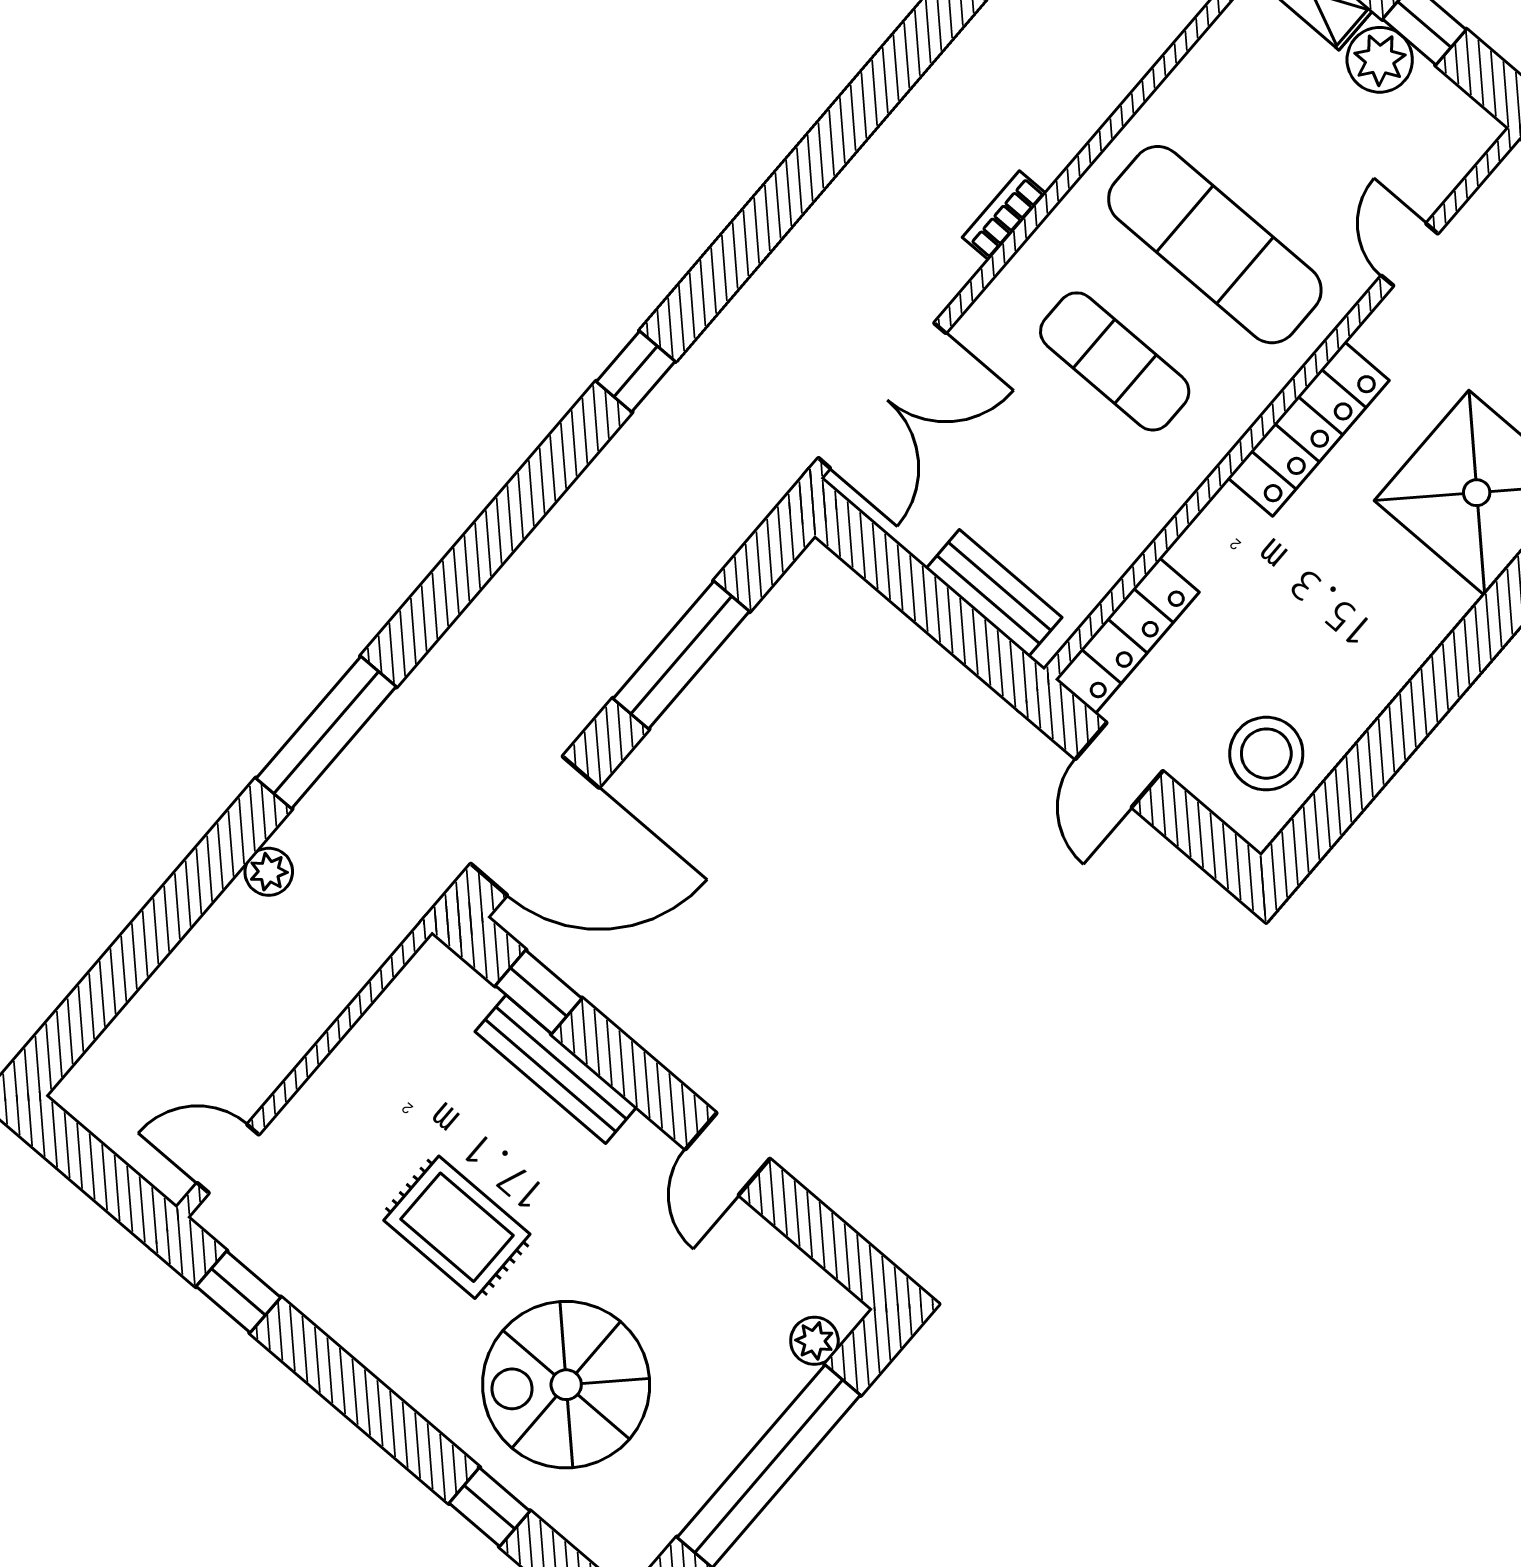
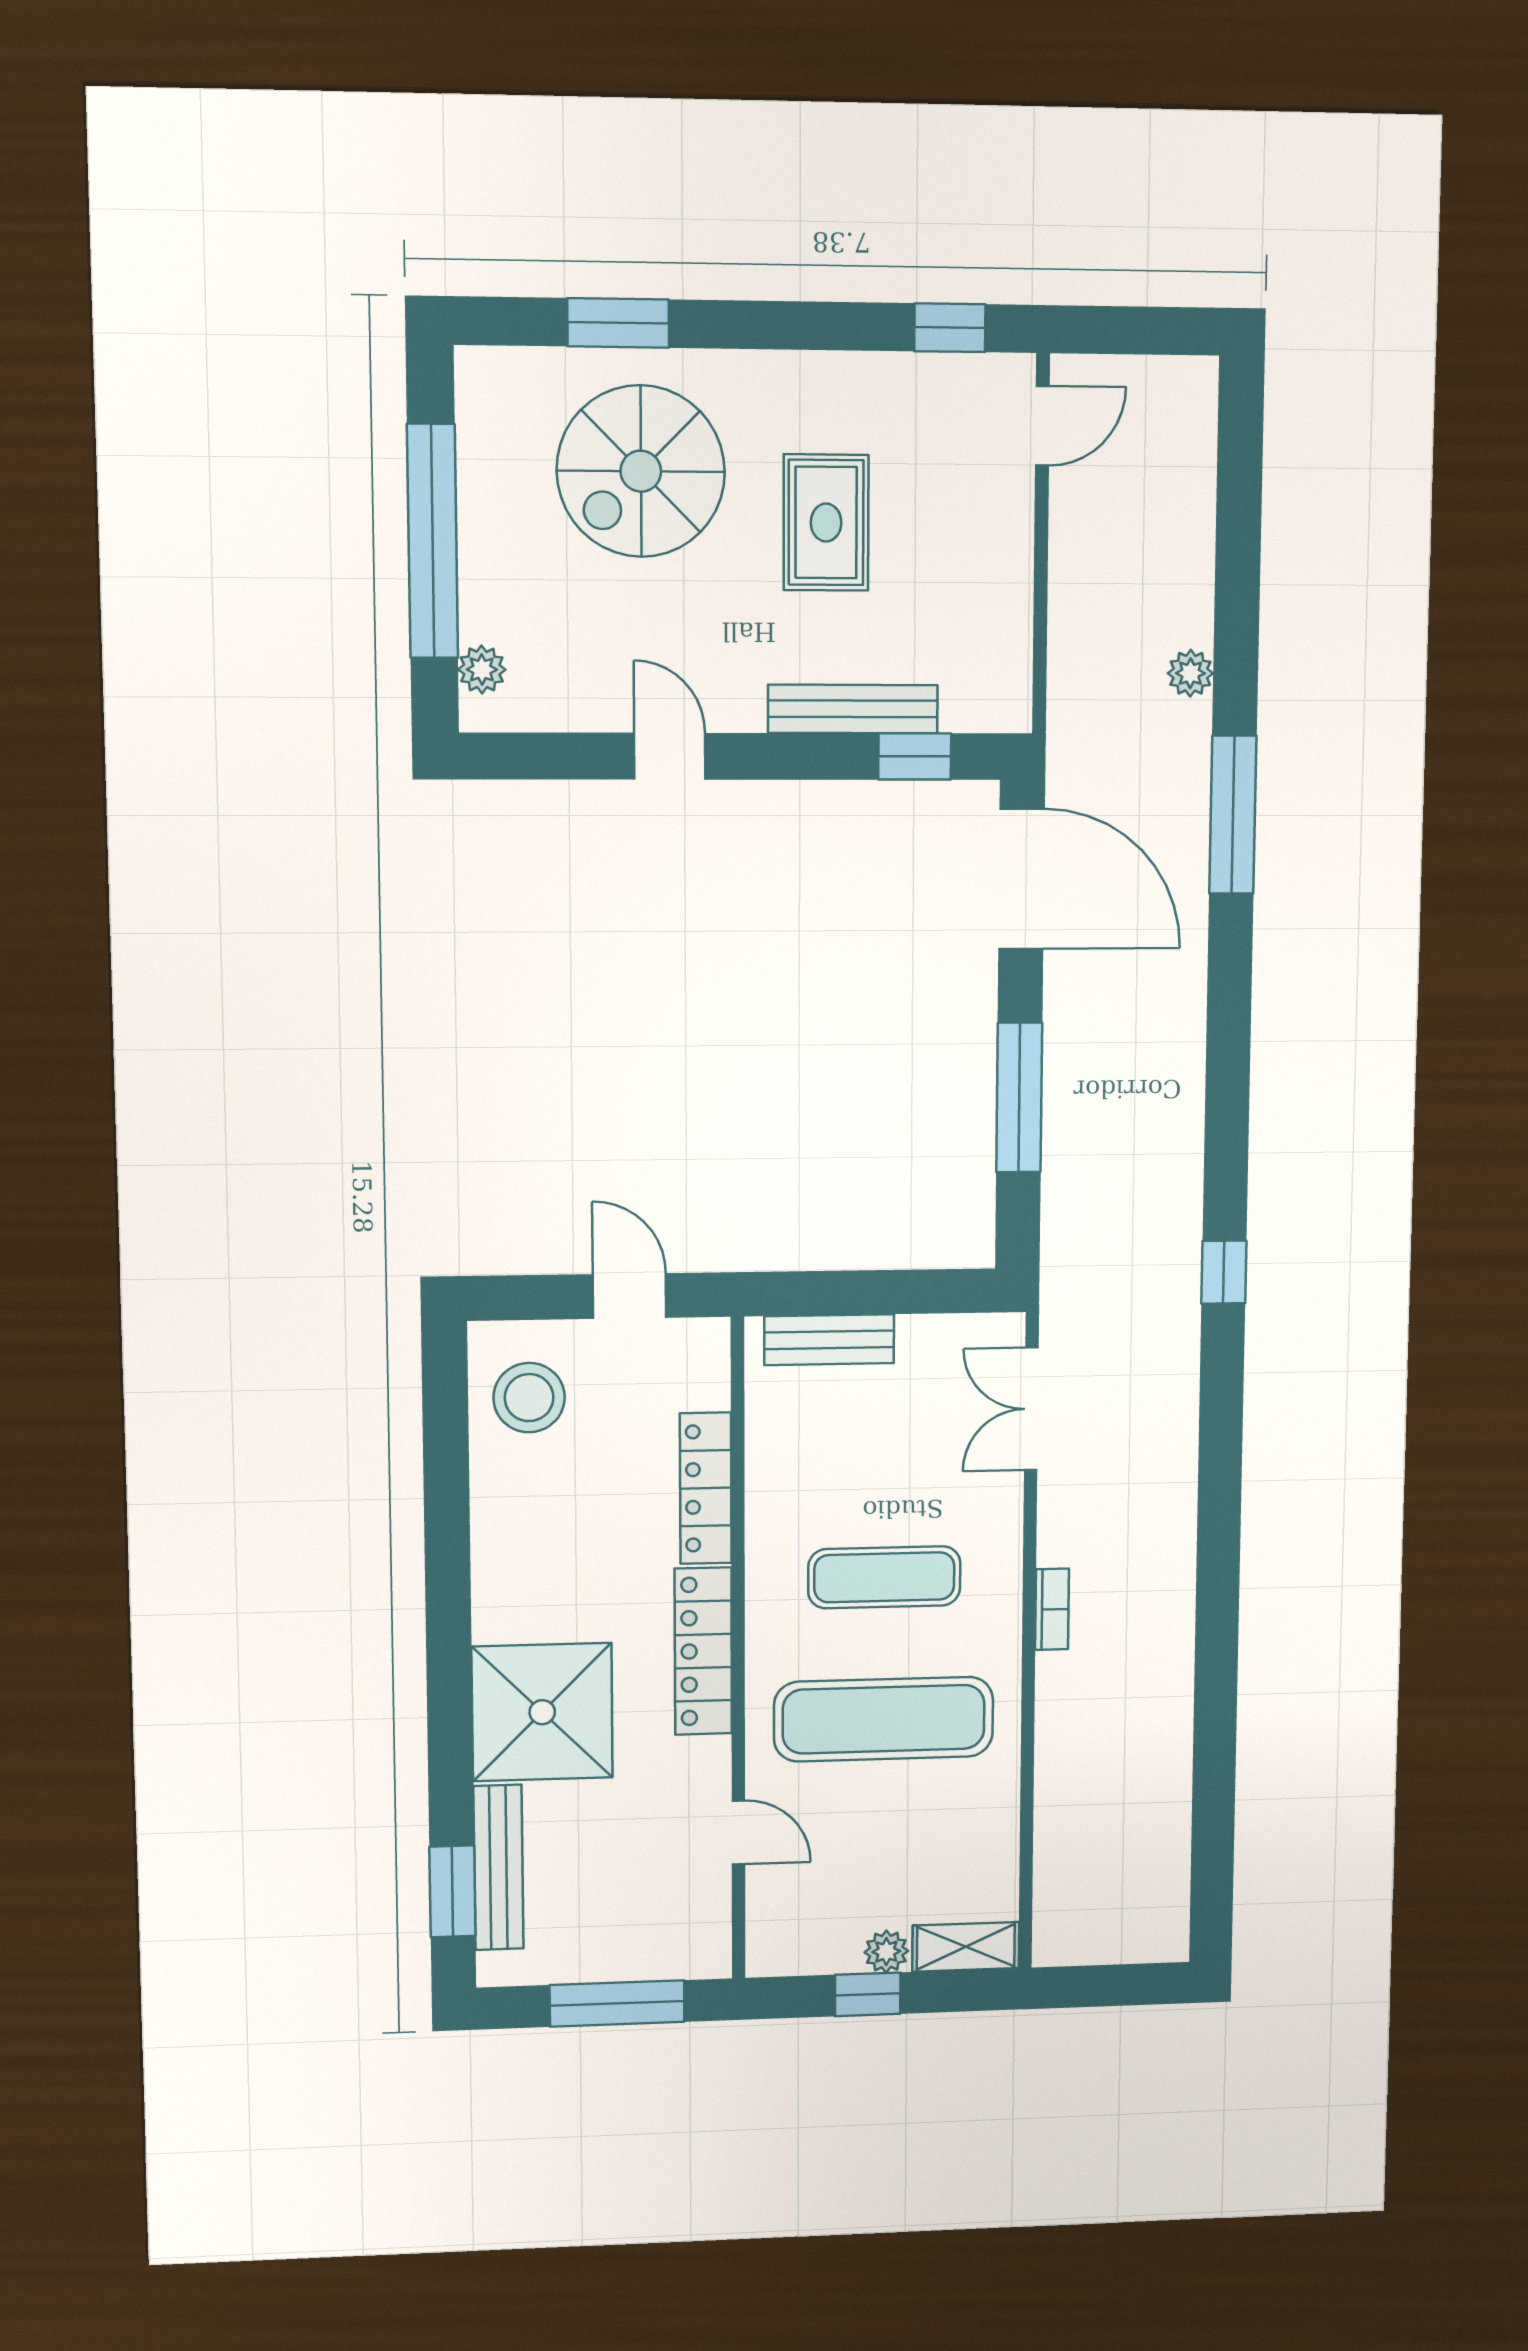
plant: (1380, 60) -> (886, 1952), width x0.73, depth x0.73
double door: (882, 396) -> (1031, 1409), width x0.73
locker: (1127, 636) -> (706, 1488), moved
door: (535, 826) -> (1022, 879), swing flipped
rug: (457, 1227) -> (826, 523), turned 90
spiral stairs: (566, 1385) -> (641, 471), turned 180
window: (489, 1507) -> (618, 323), width x1.50

